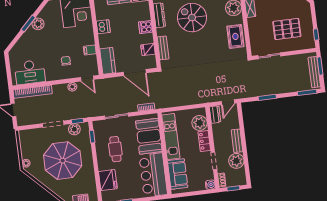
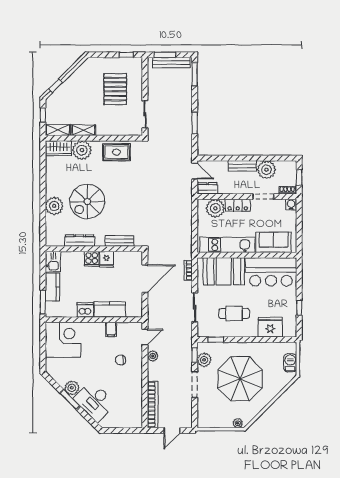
fridge: (148, 49) -> (107, 259), moved
kitchen counter: (108, 61) -> (110, 309), moved
desk: (30, 72) -> (95, 401), moved, turned 135

